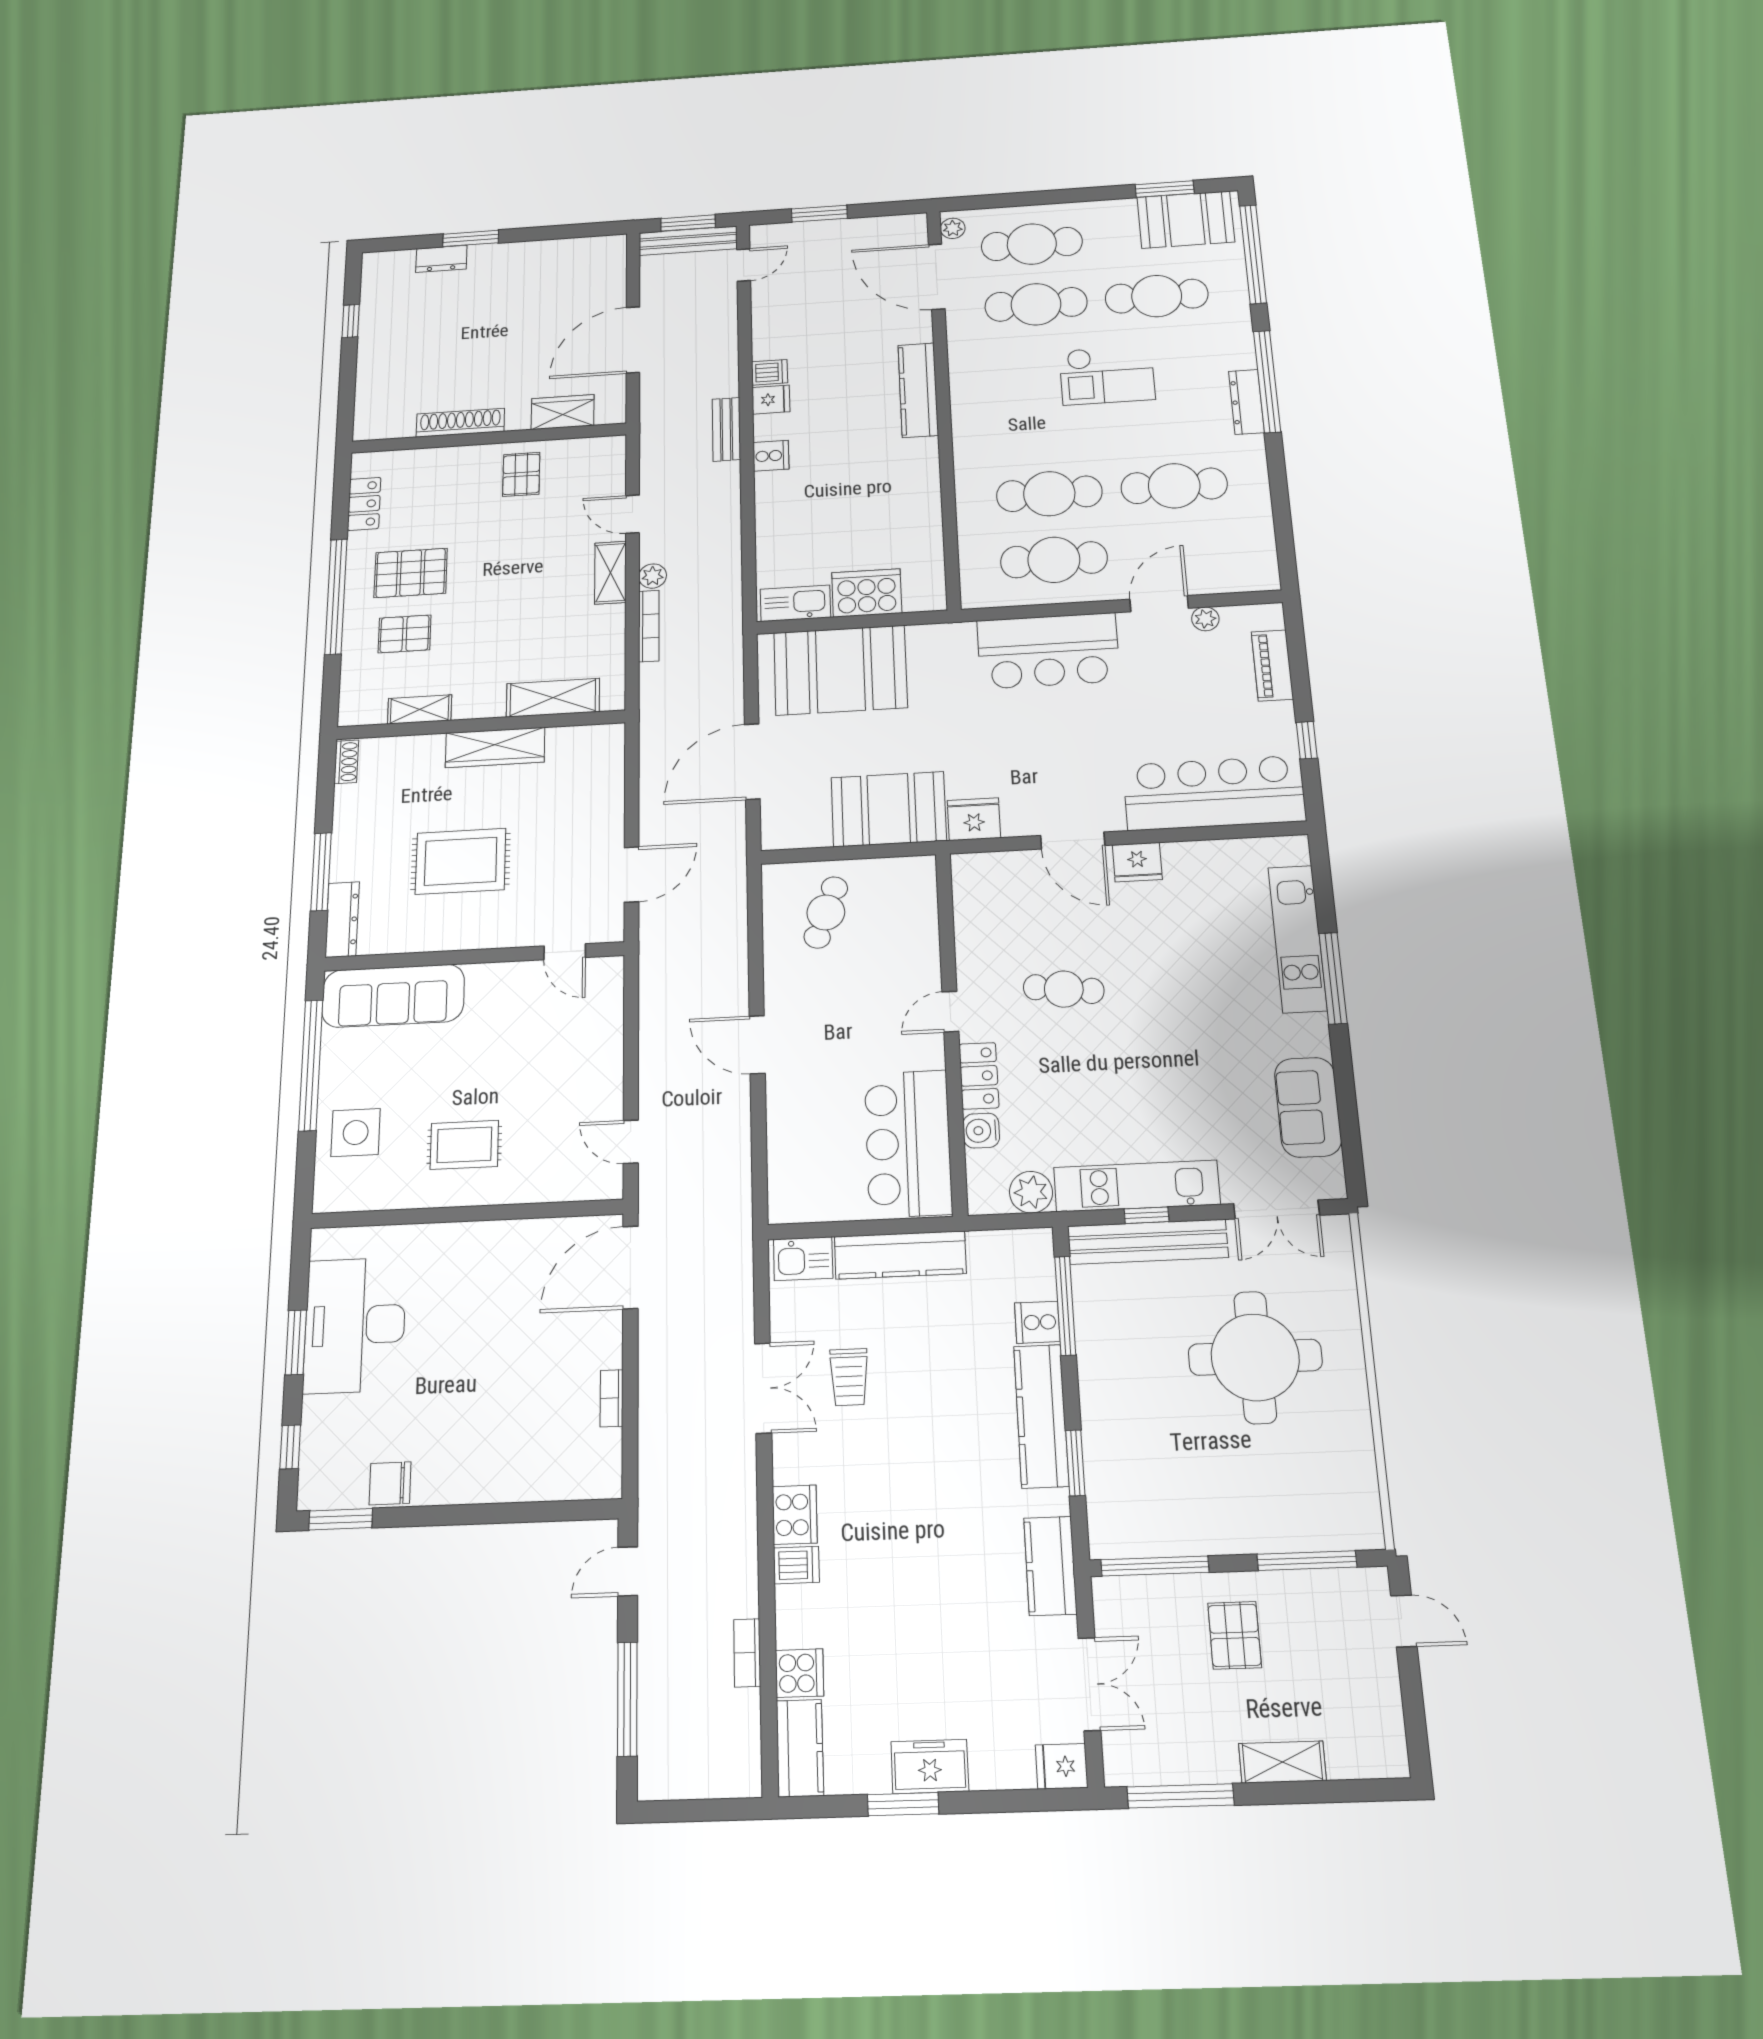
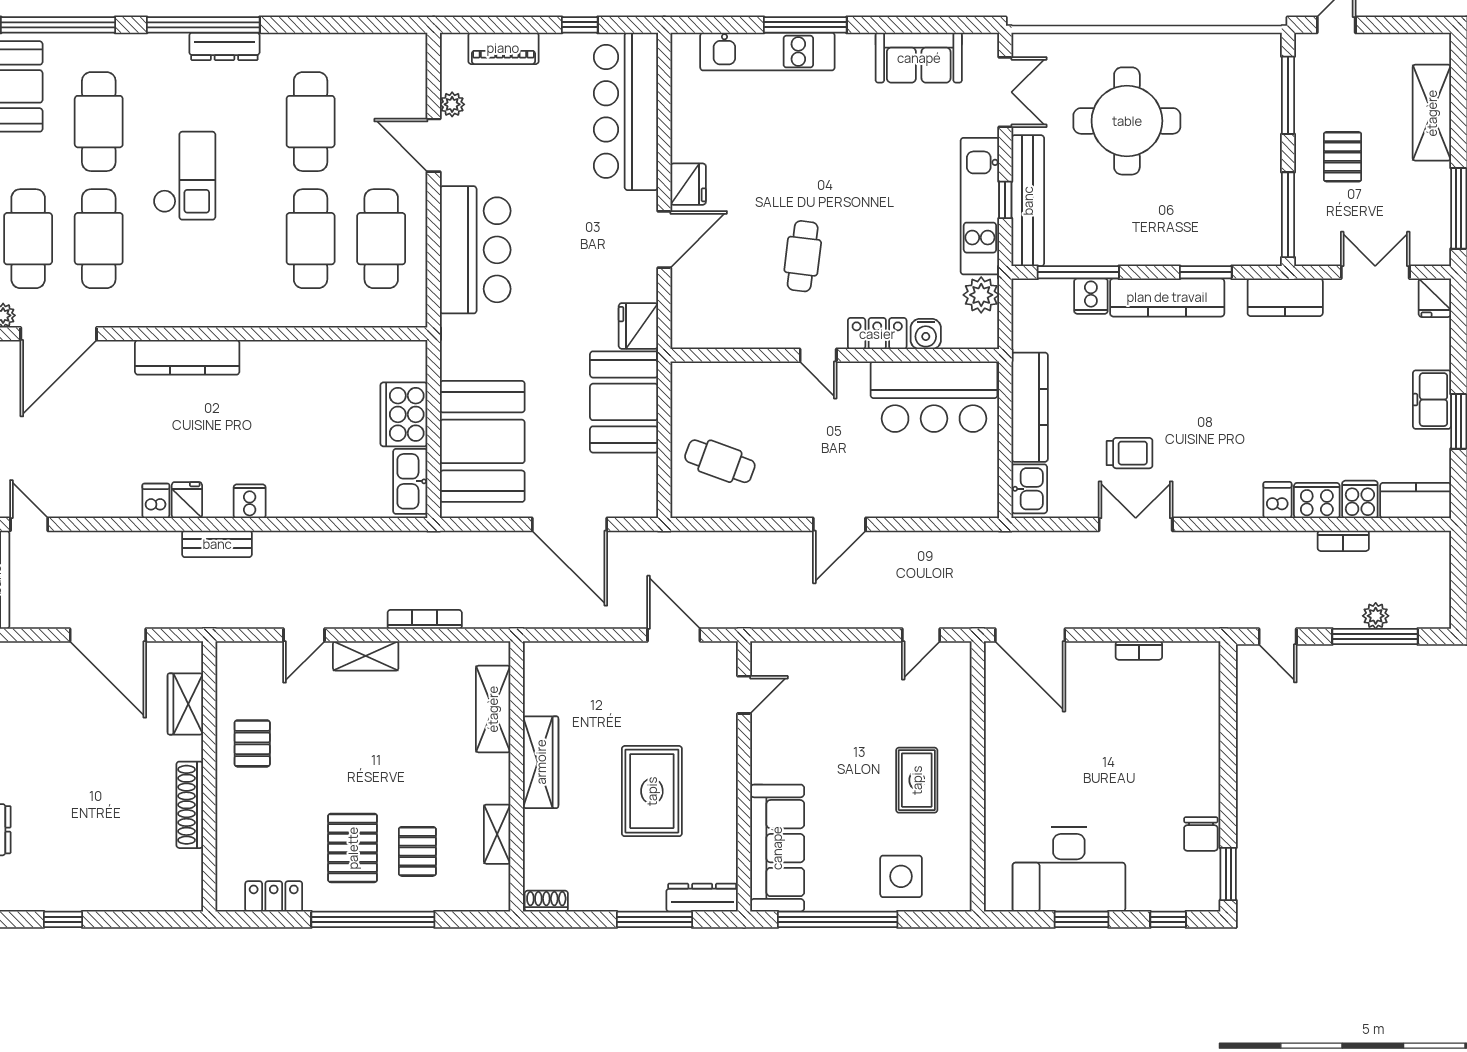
pallet: (521, 474) -> (252, 743), turned 90
plant: (653, 576) -> (1376, 616), moved
cooker: (795, 1515) -> (1317, 501), moved
pallet: (1235, 1635) -> (1343, 157), turned 90
shelving: (1282, 1762) -> (1432, 113), width x1.50, depth x1.33

